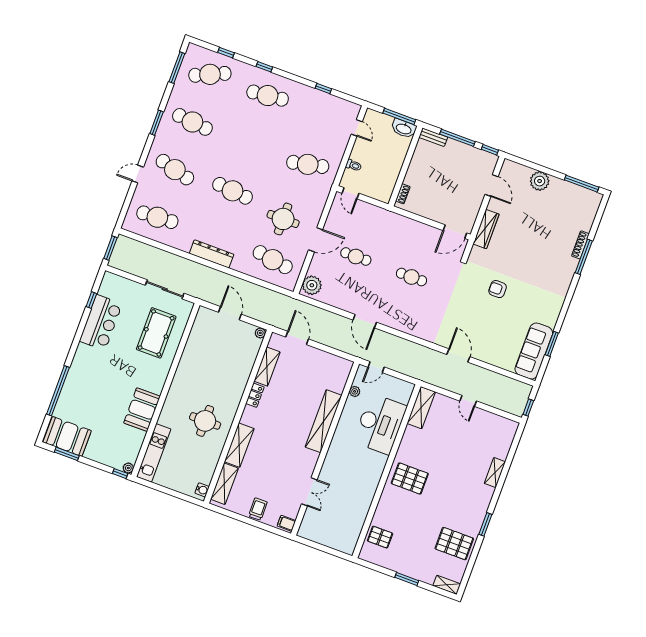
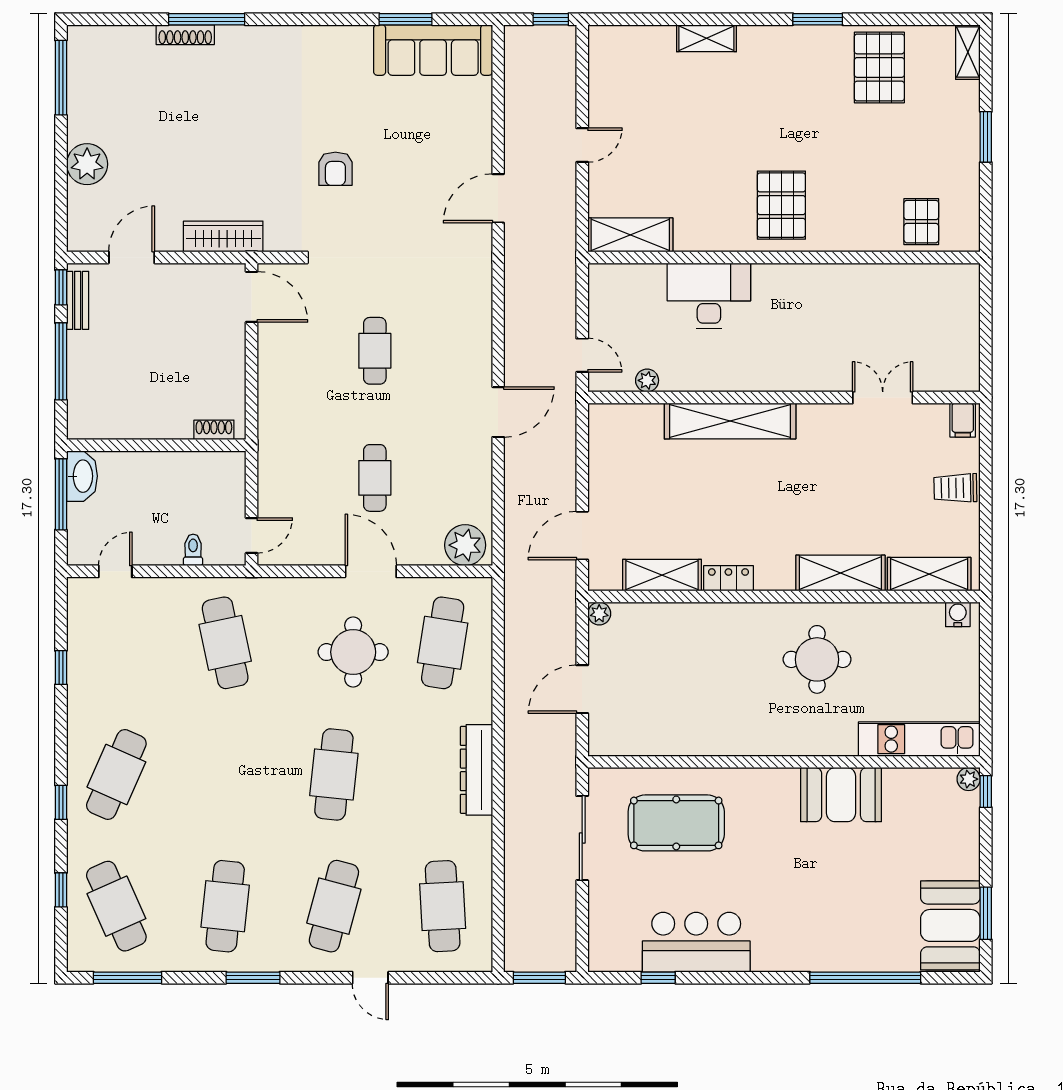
cafe table: (268, 96) -> (116, 774), turned 30
bench: (433, 137) -> (78, 300), moved
desk: (380, 424) -> (709, 296), width x0.73, depth x0.77

